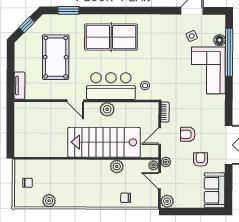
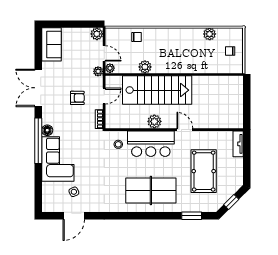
floor lamp: (220, 40) -> (47, 130), moved
window: (229, 52) -> (38, 141), moved
armchair: (201, 160) -> (65, 74), removed

